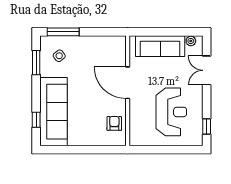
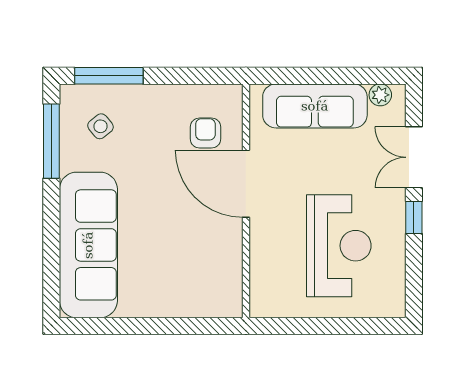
window: (36, 63) -> (51, 141), width x1.44
window: (36, 120) -> (51, 262), removed
armchair: (114, 123) -> (205, 133), moved
window: (207, 126) -> (414, 218), moved

